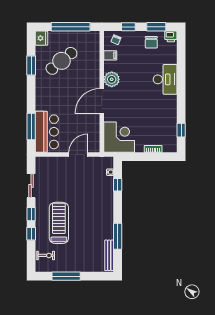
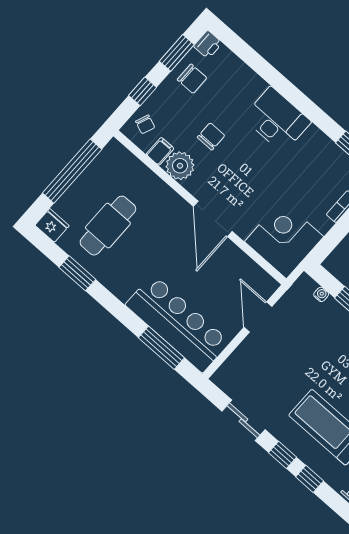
cafe table: (61, 61) -> (108, 226), turned 39
chair: (135, 71) -> (211, 136), added
plant: (112, 79) -> (180, 166), moved
desk: (165, 79) -> (277, 120), moved
bar counter: (47, 132) -> (178, 323), width x1.36

